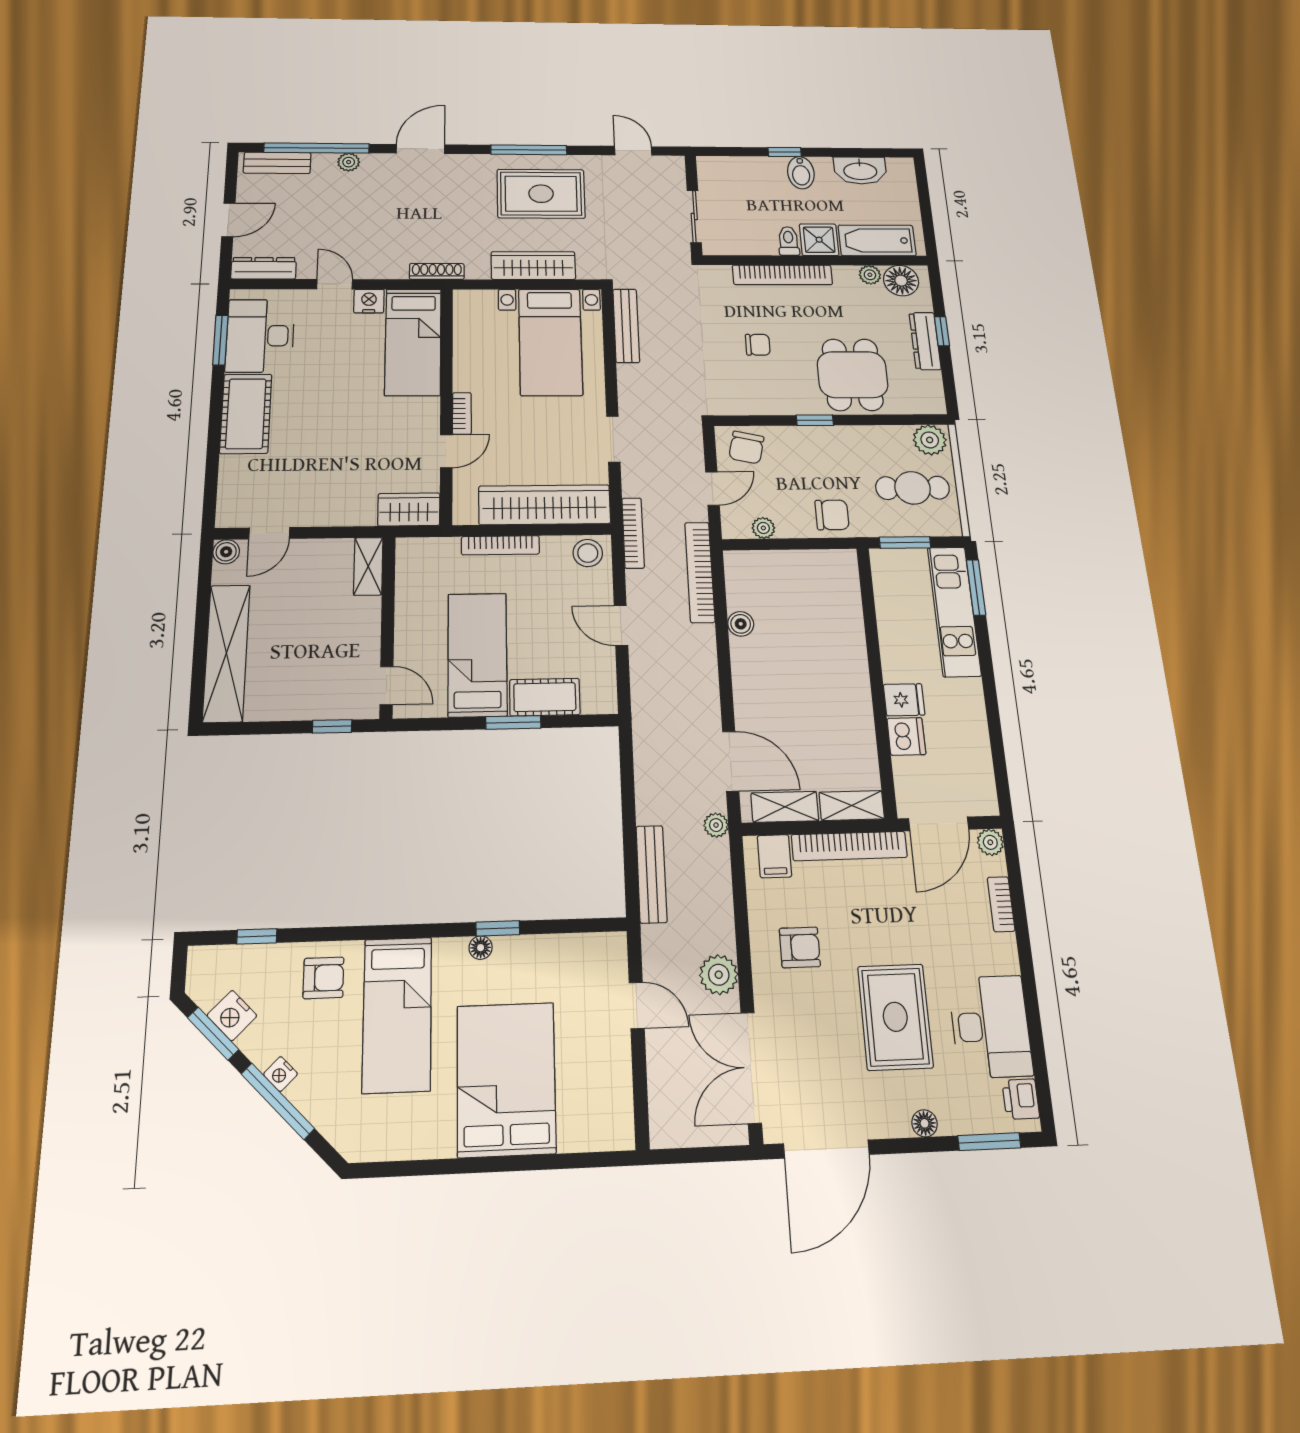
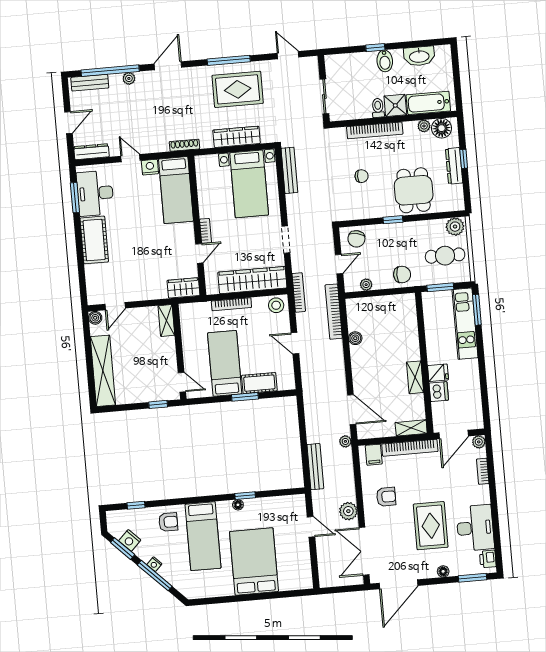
shelving: (785, 807) -> (415, 377), moved, turned 90

